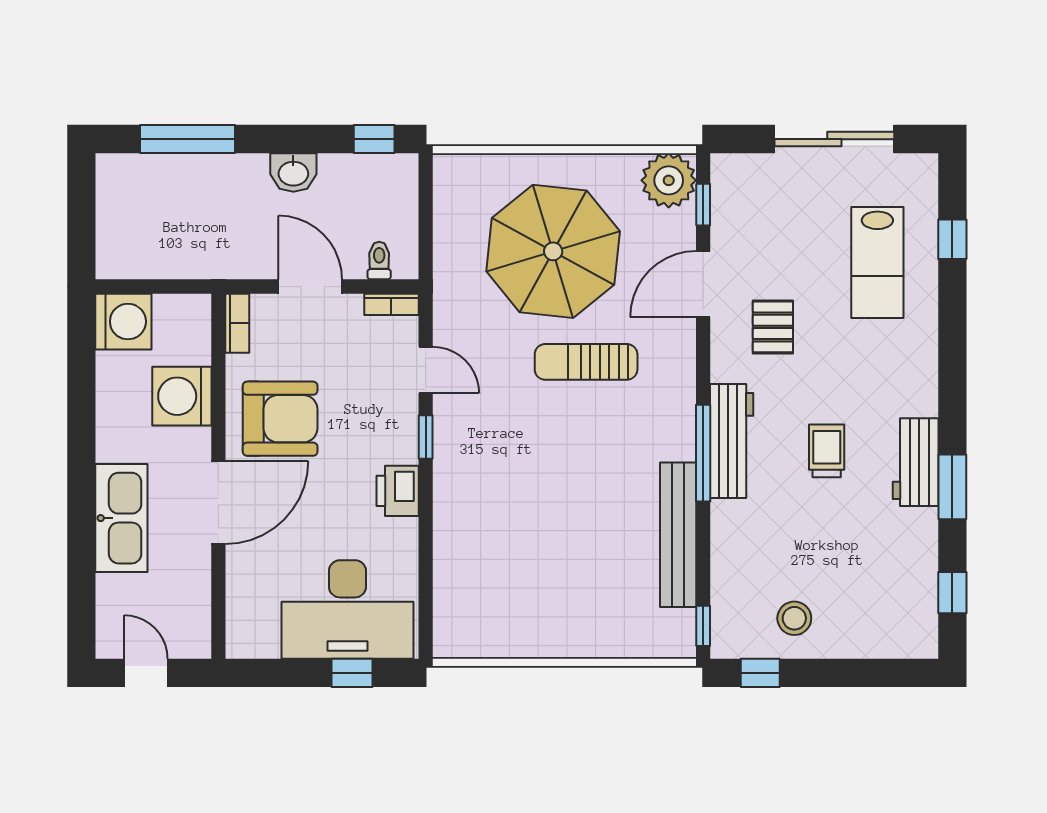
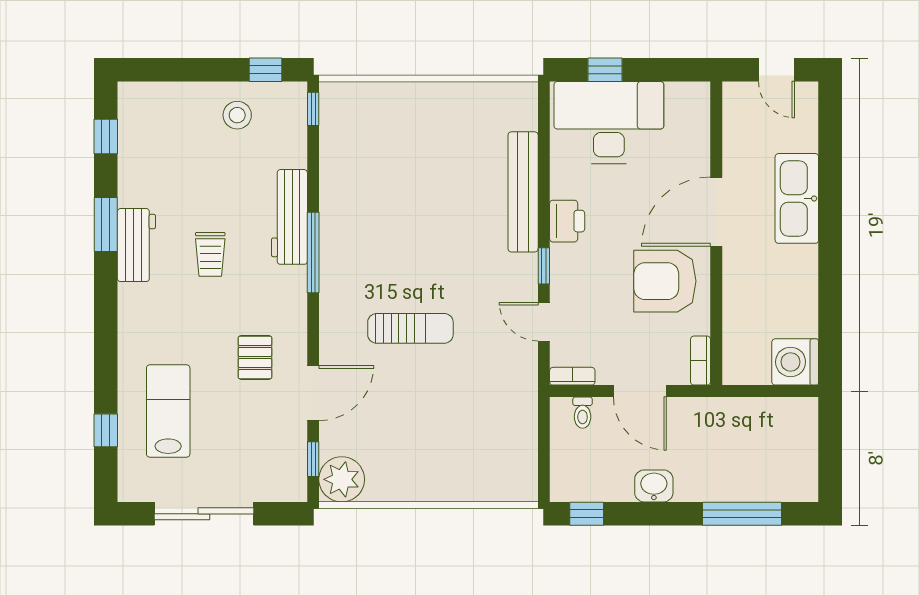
parasol: (553, 251) -> (438, 420), removed
washing machine: (182, 396) -> (747, 300), removed
workbench: (732, 441) -> (289, 217), moved
bench: (678, 535) -> (523, 192), moved

